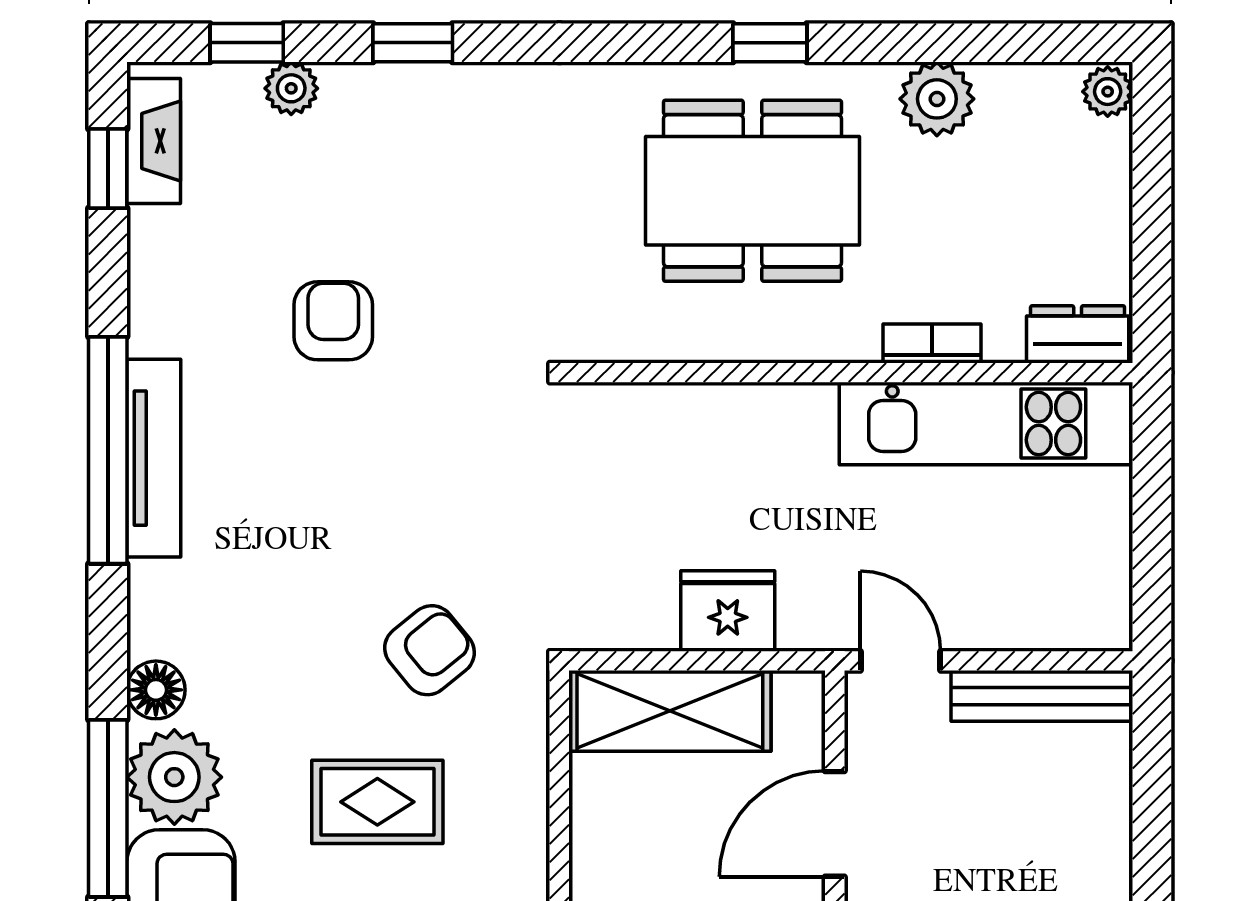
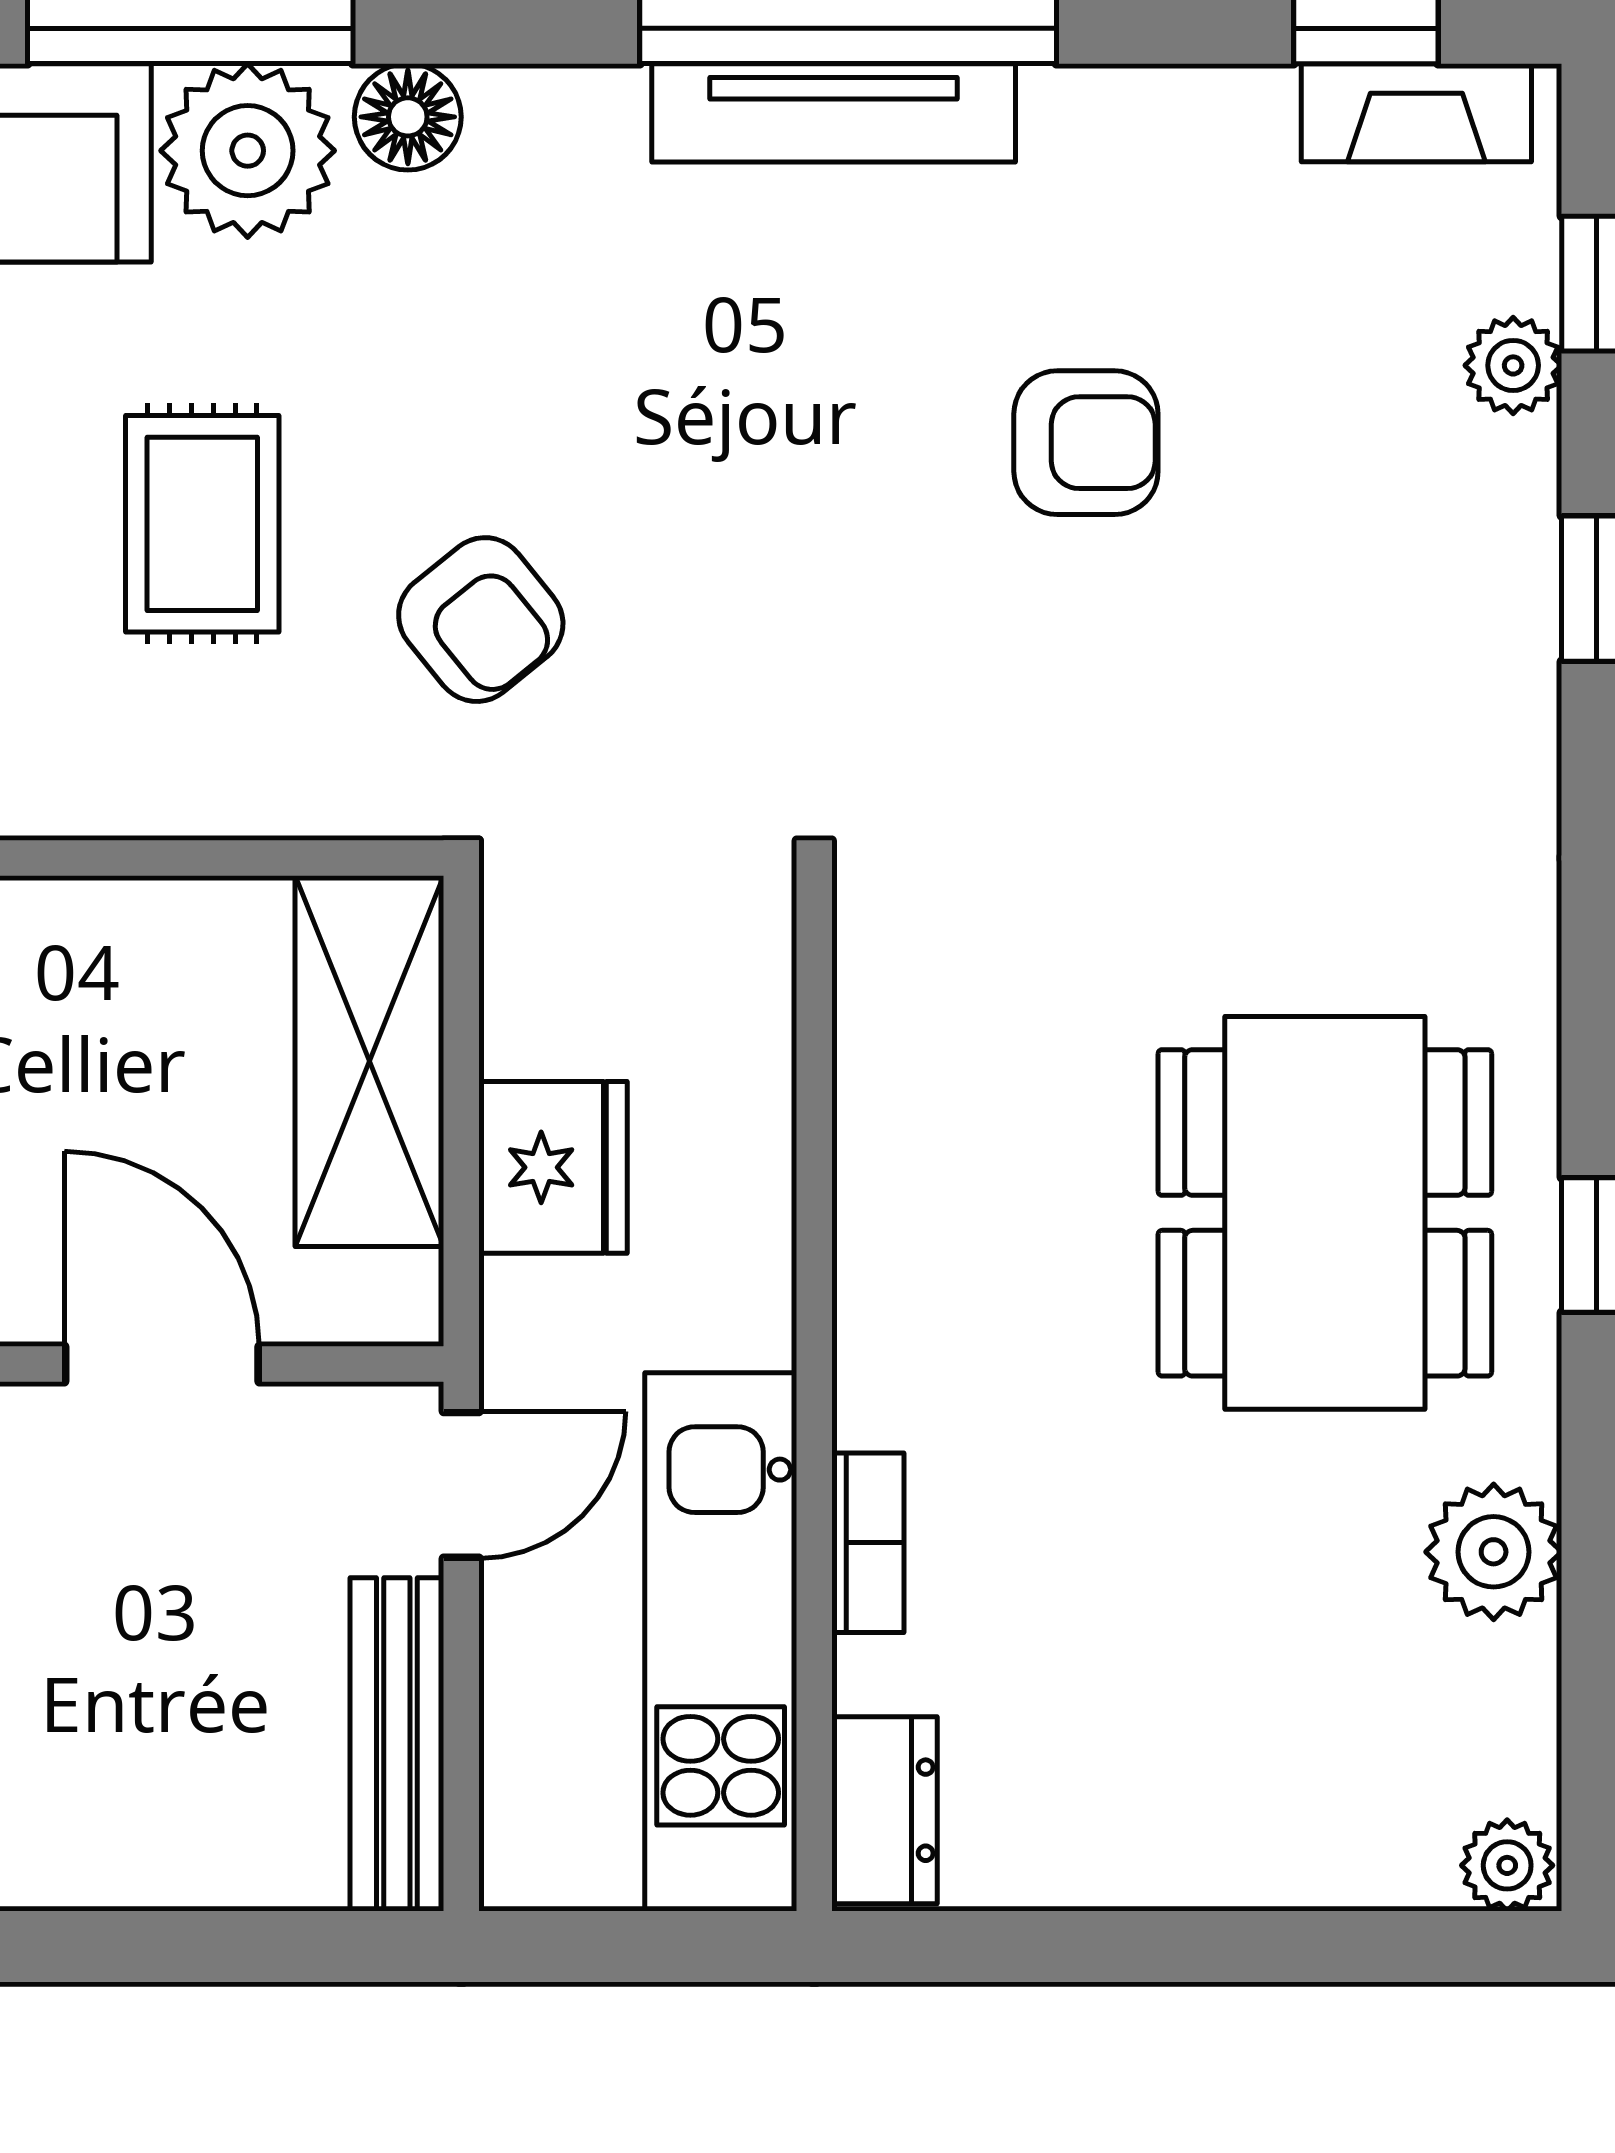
dresser: (1078, 334) -> (885, 1810), moved
bookcase: (932, 343) -> (868, 1543), moved
wall: (851, 373) -> (814, 1393), moved
kitchen unit: (986, 424) -> (721, 1642), moved

